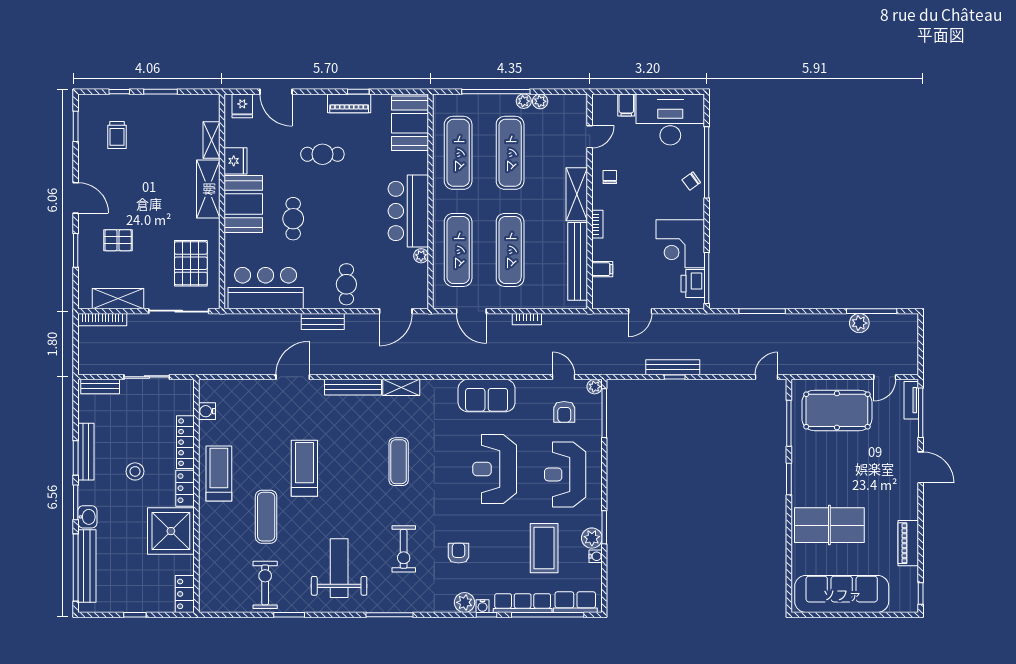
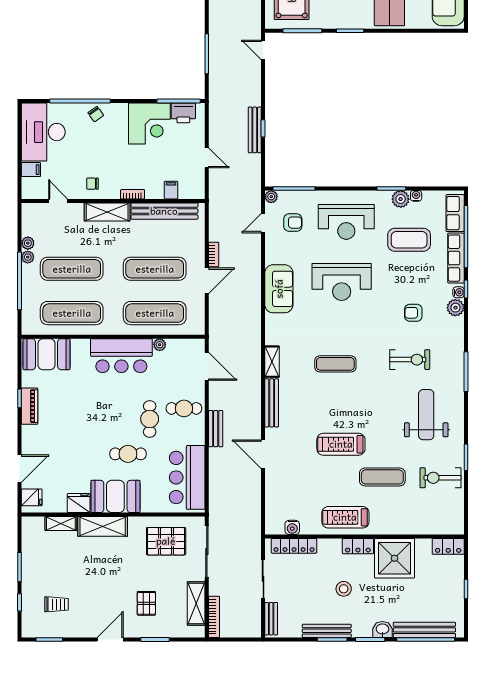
cafe table: (322, 154) -> (150, 419), moved
door: (471, 311) -> (207, 281), moved
locker: (185, 442) -> (294, 546), moved
weight bench: (339, 568) -> (426, 415), turned 90

